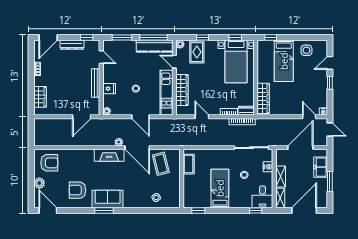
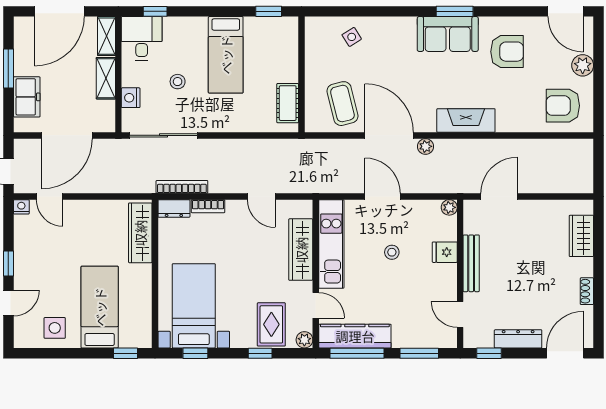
fireplace: (109, 155) -> (466, 120), moved

